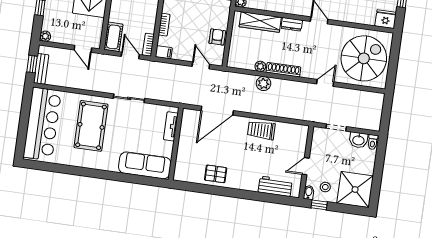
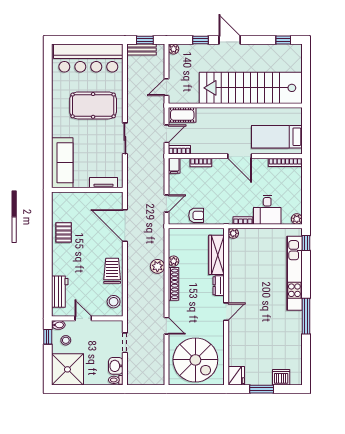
stool: (293, 133) -> (114, 302), added

